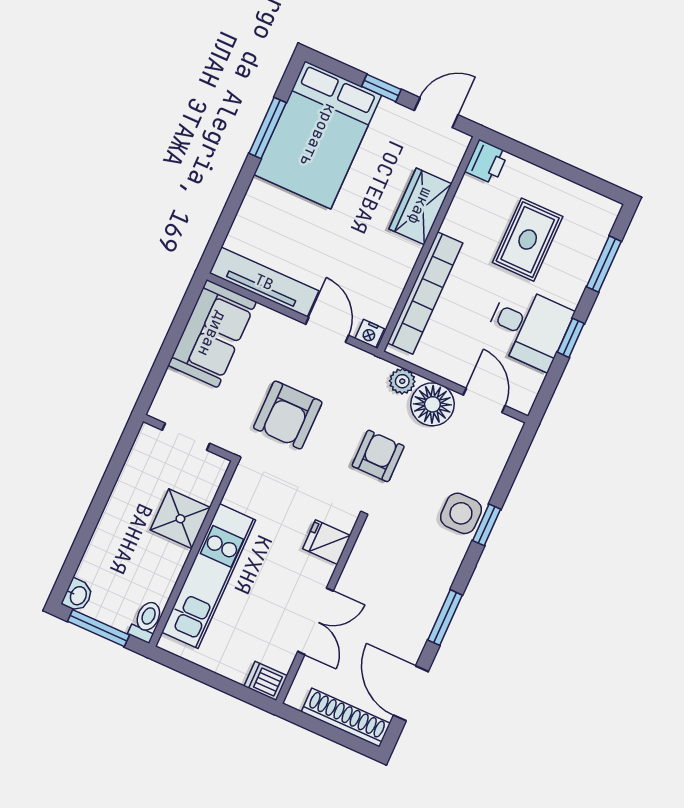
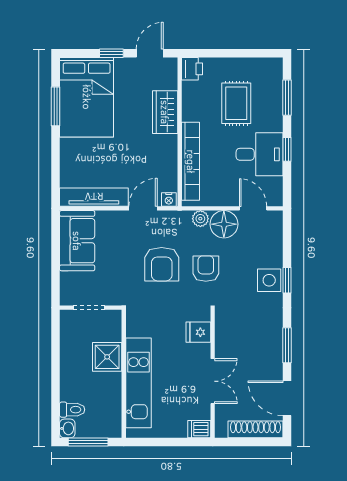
door: (327, 330) -> (143, 208), hinge flipped
armchair: (288, 415) -> (162, 264), moved
toilet: (146, 621) -> (72, 410), moved, turned 90

